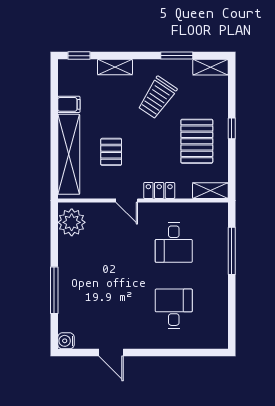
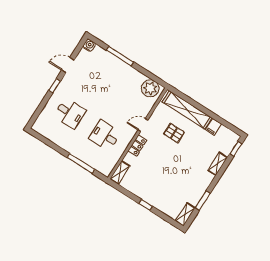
trolley: (157, 98) -> (187, 176), removed
pallet: (197, 141) -> (151, 182), removed
window: (150, 353) -> (55, 86), added

